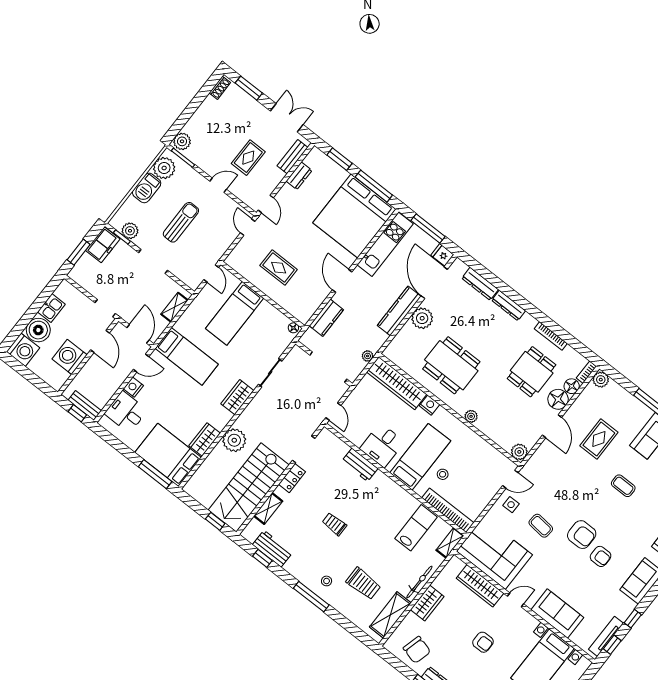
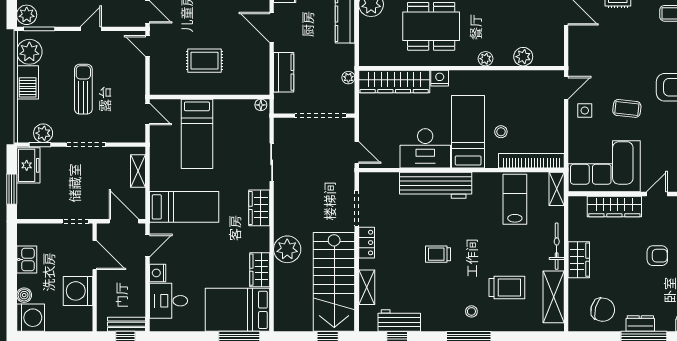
boiler: (38, 330) -> (24, 295), width x0.54, depth x0.54
desk: (382, 445) -> (425, 148), width x1.37
plant: (519, 452) -> (523, 57), moved
workbench: (360, 465) -> (436, 185), width x1.88, depth x1.32

